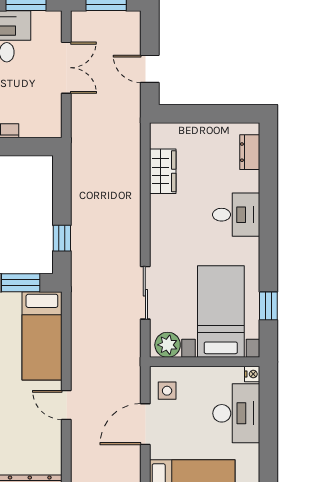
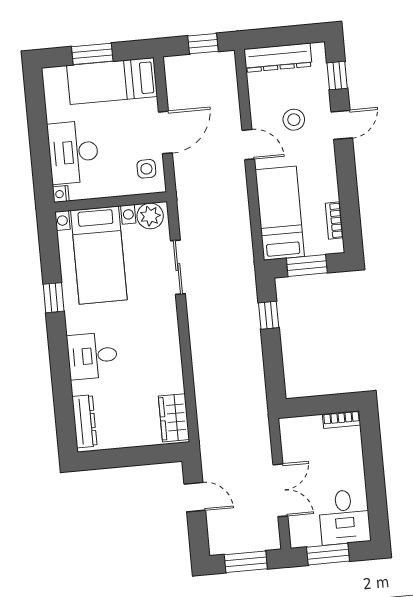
double door: (66, 68) -> (280, 490), swing flipped
dresser: (250, 152) -> (84, 421), width x1.44
wardrobe: (163, 171) -> (174, 418), moved
window: (268, 306) -> (54, 298), moved
stool: (20, 425) -> (294, 120), added

